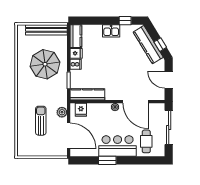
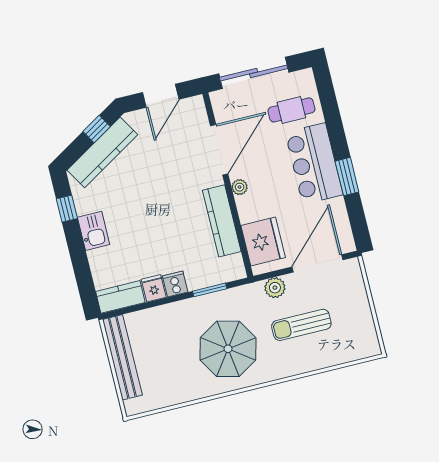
parasol: (45, 64) -> (228, 349), moved
kitchen counter: (87, 94) -> (222, 221), moved
fridge: (81, 110) -> (263, 241), width x1.88, depth x1.34

